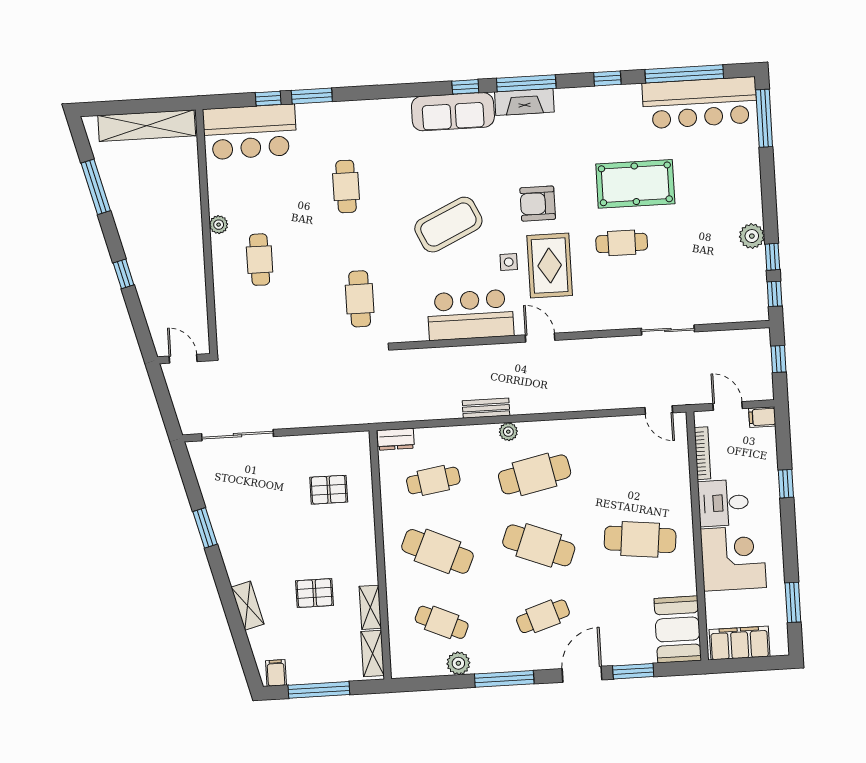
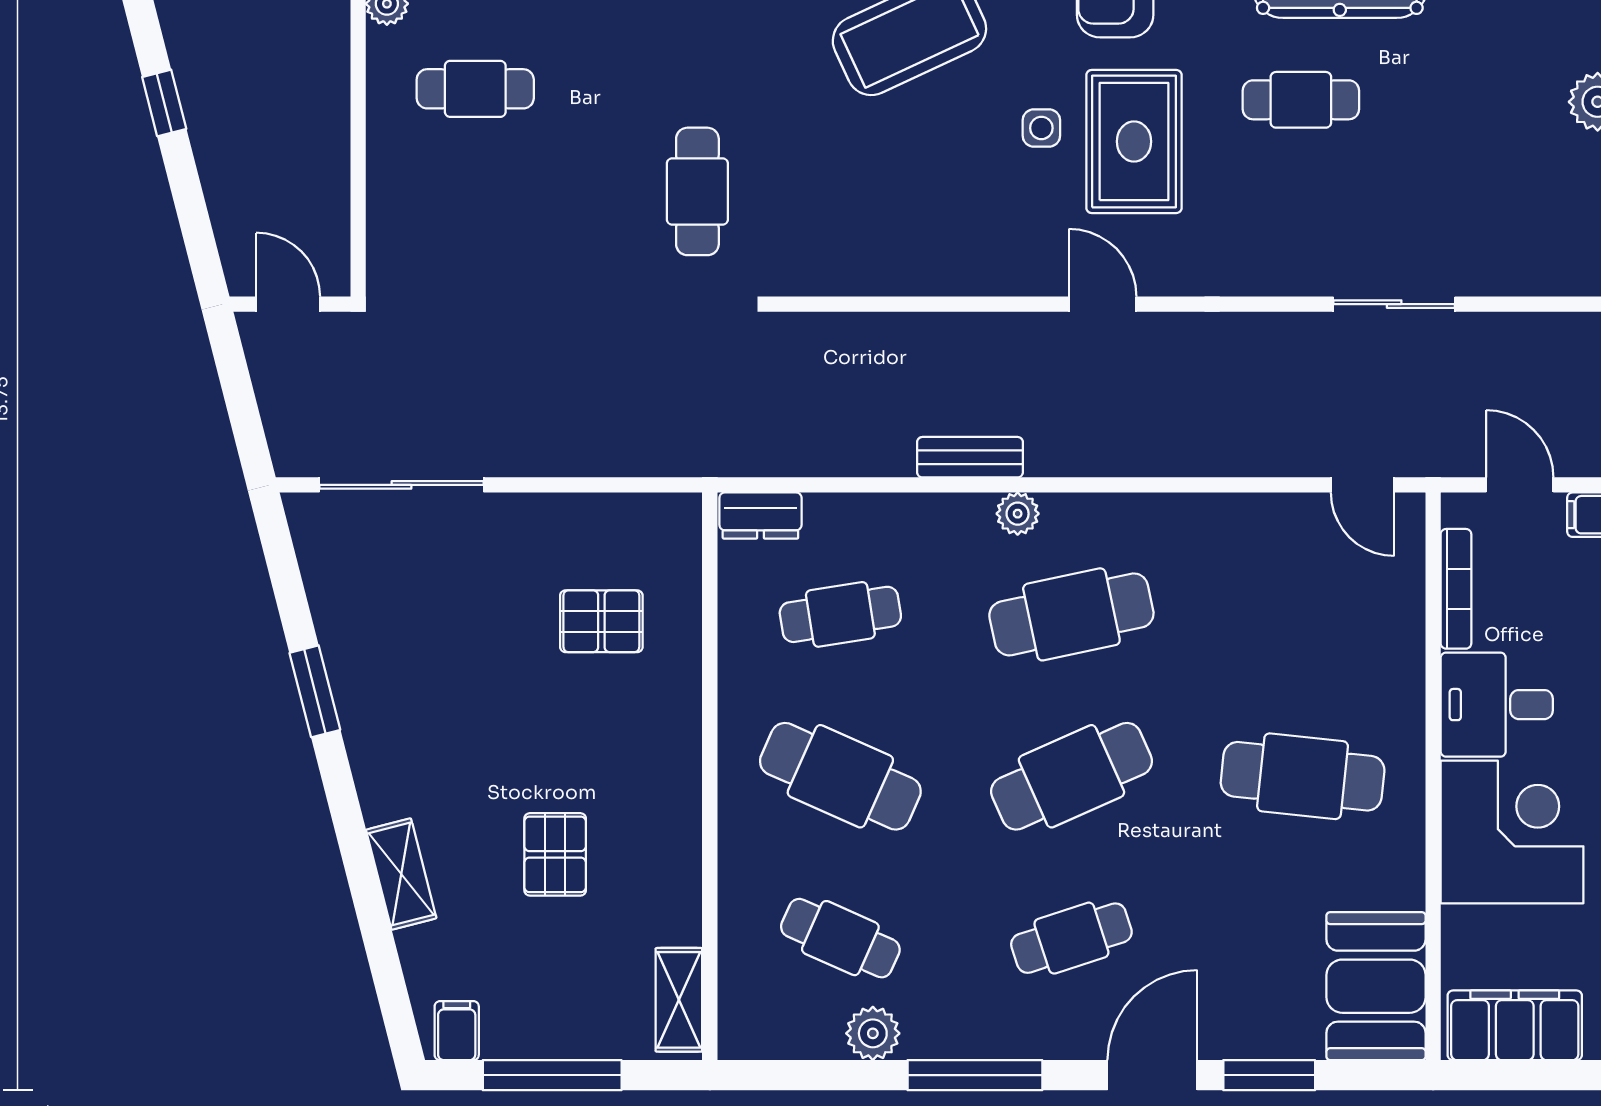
cafe table: (260, 260) -> (475, 89), turned 90
bar counter: (470, 315) -> (947, 243), removed
cafe table: (539, 545) -> (1071, 776), turned -45
pallet: (314, 593) -> (555, 854), turned 90
shelving: (370, 607) -> (680, 894), removed

